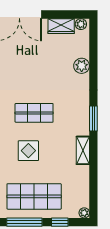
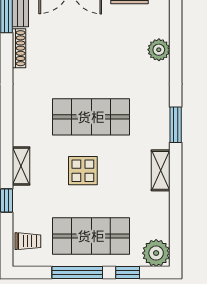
shop shelf: (34, 113) -> (91, 117), width x1.43, depth x1.36
plant: (84, 213) -> (156, 253), width x1.88, depth x1.88

